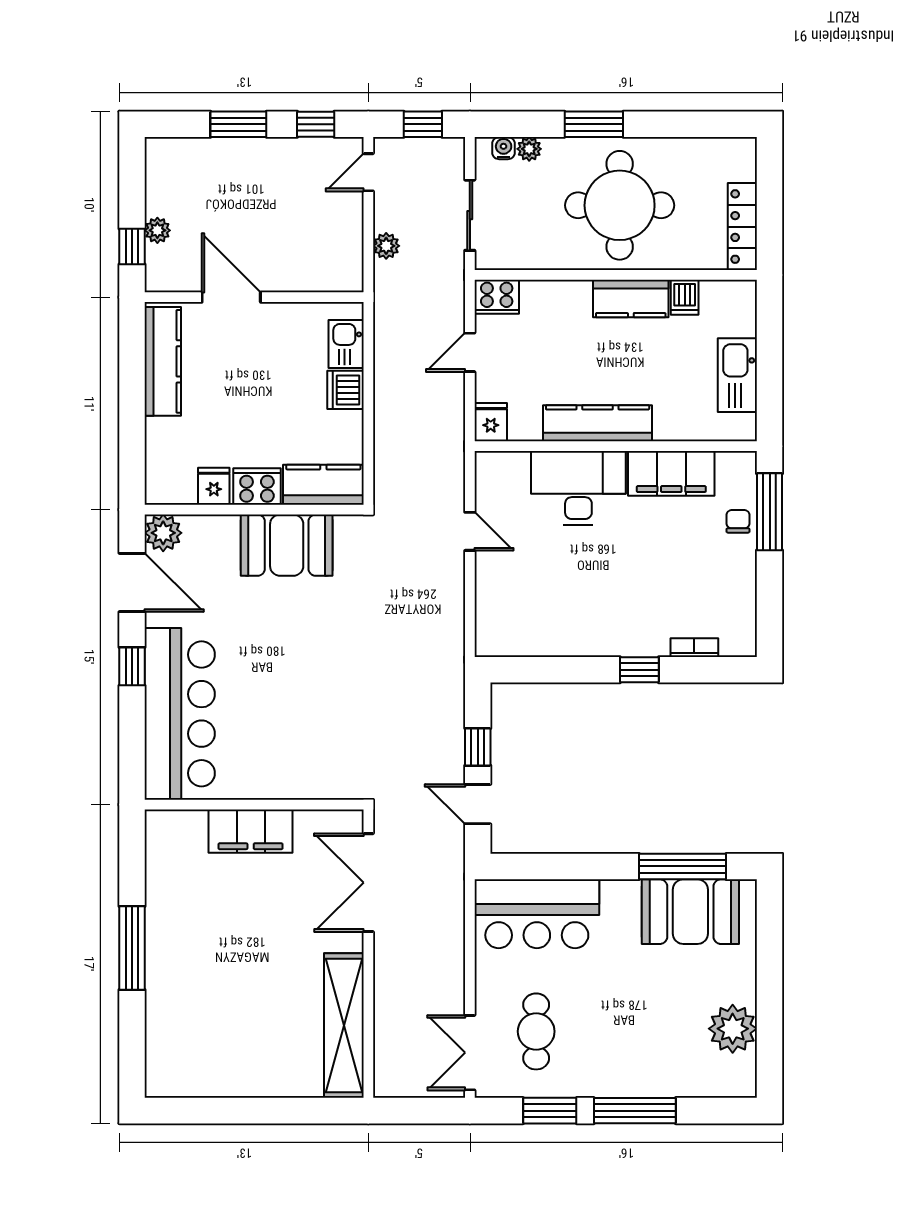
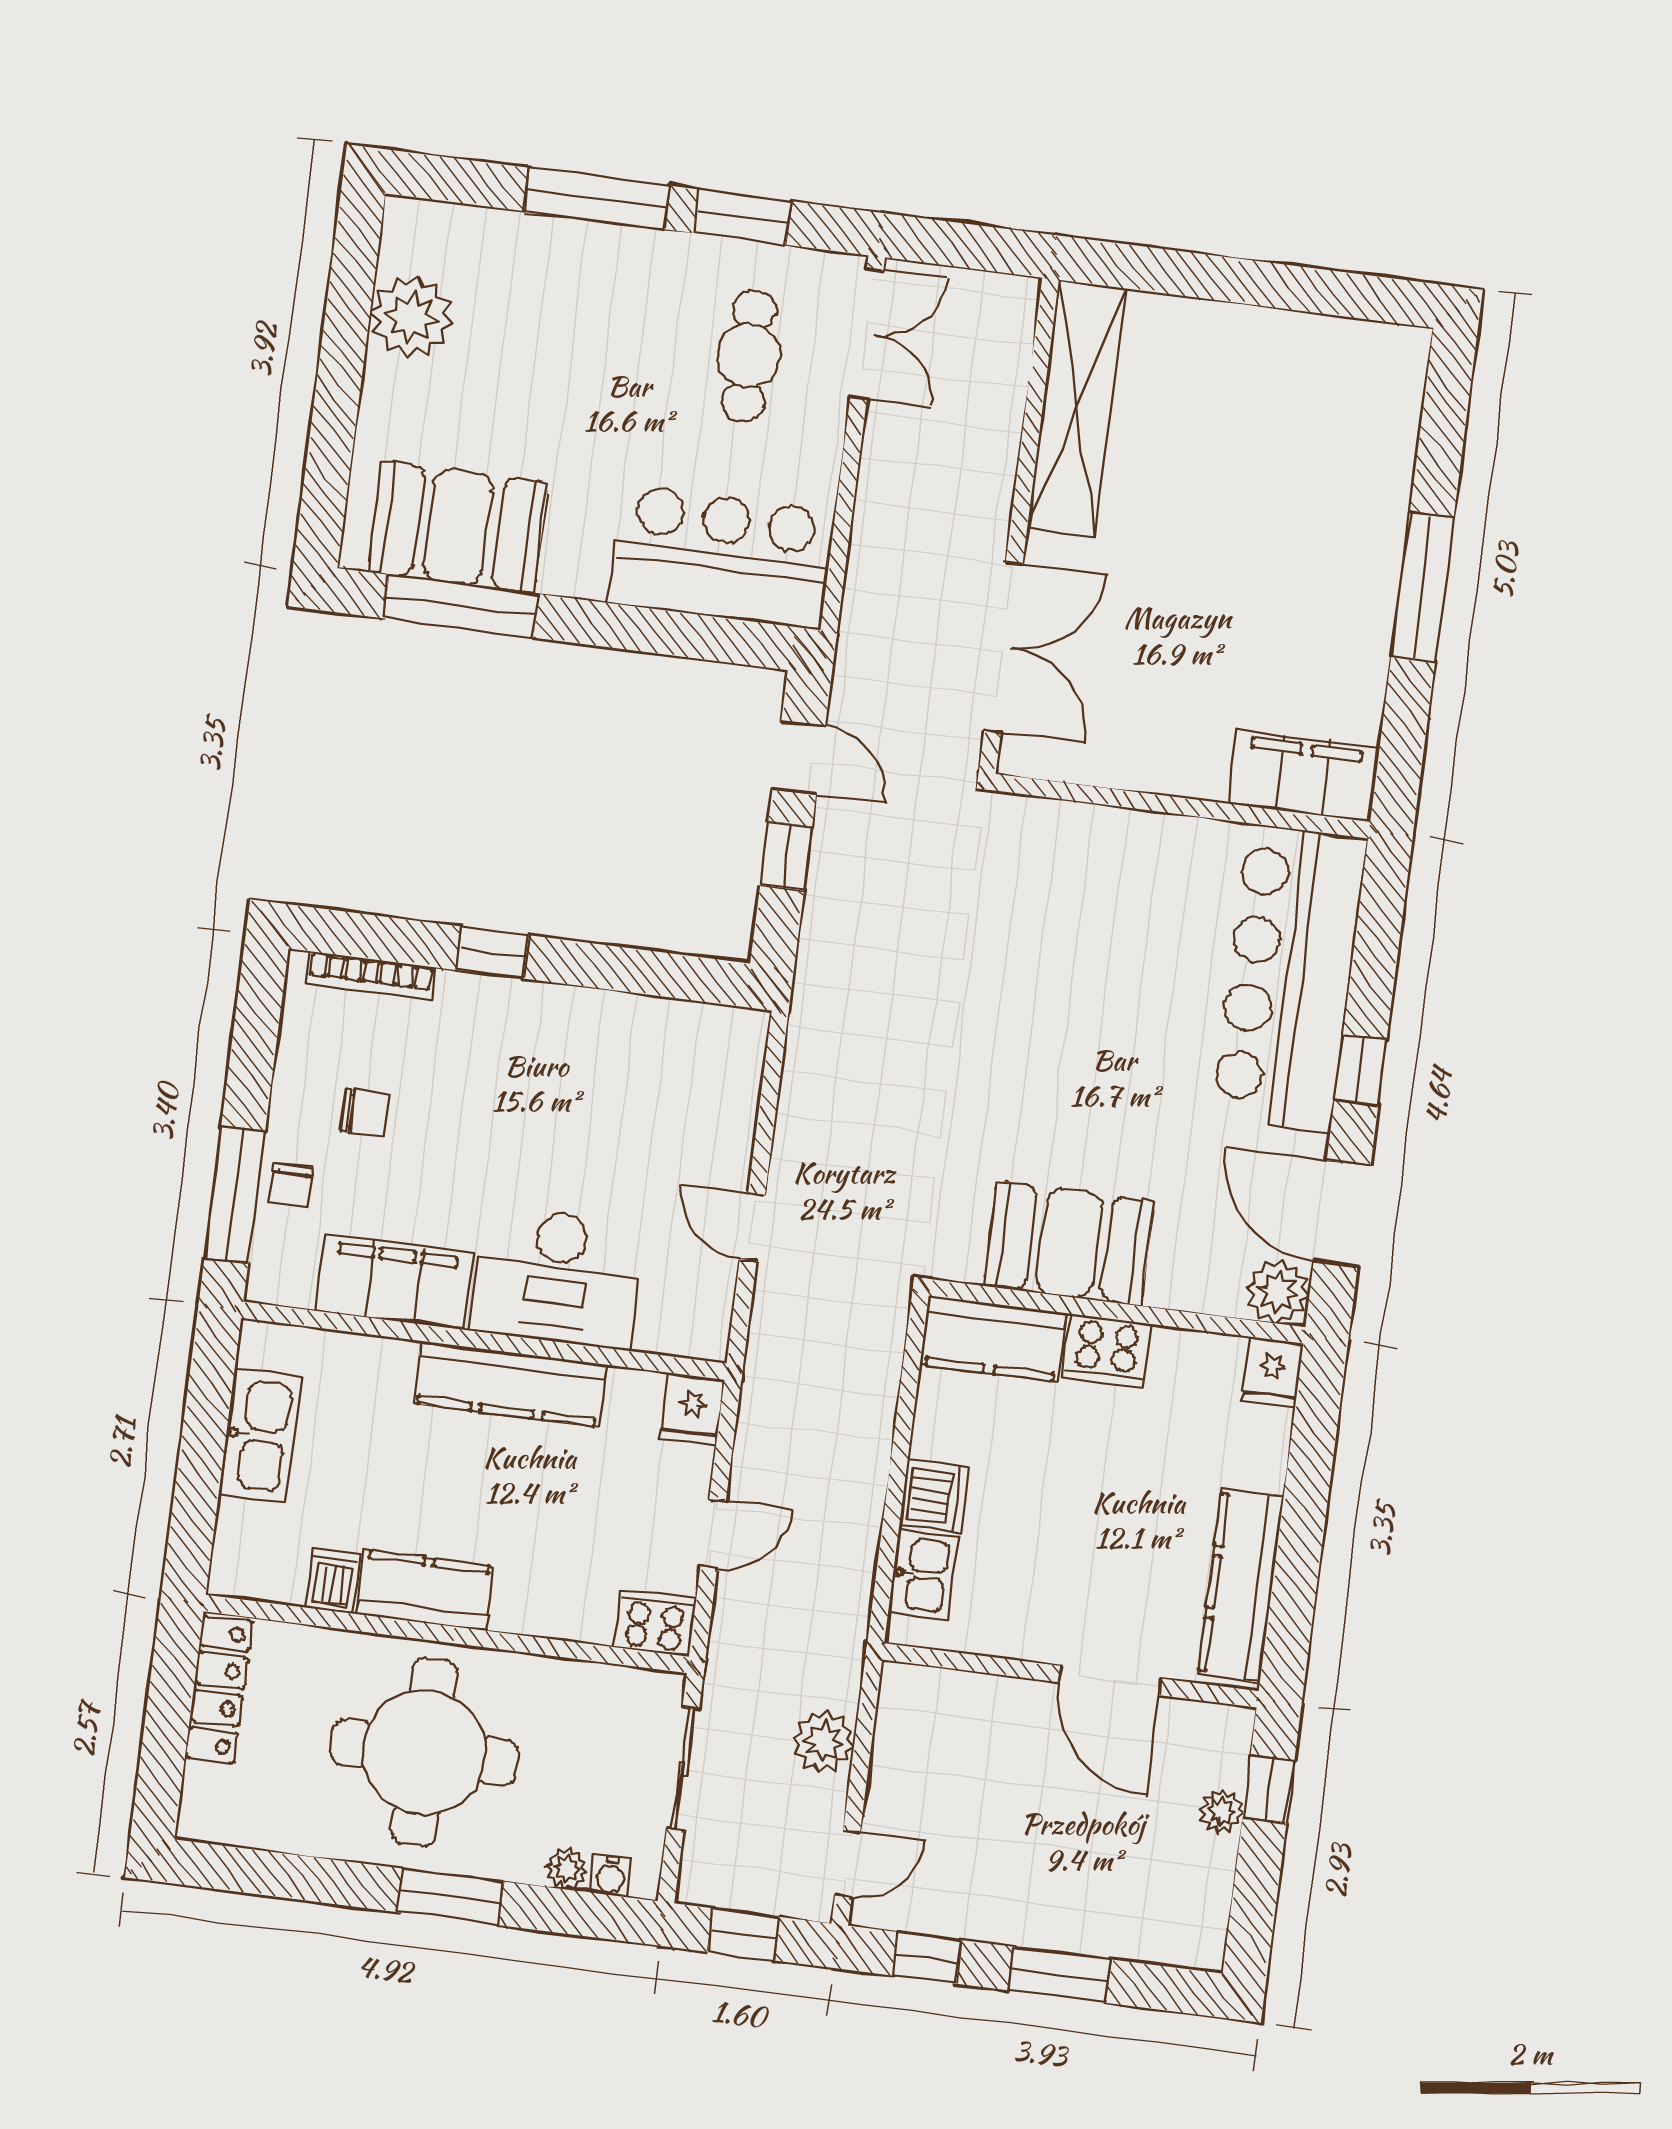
plant: (386, 246) -> (823, 1742), width x1.38, depth x1.38
fridge: (214, 486) -> (1272, 1372), moved
chair: (701, 568) -> (364, 1113), added
bookcase: (694, 648) -> (371, 976), width x1.56
filing cabinet: (251, 831) -> (1303, 776), moved

